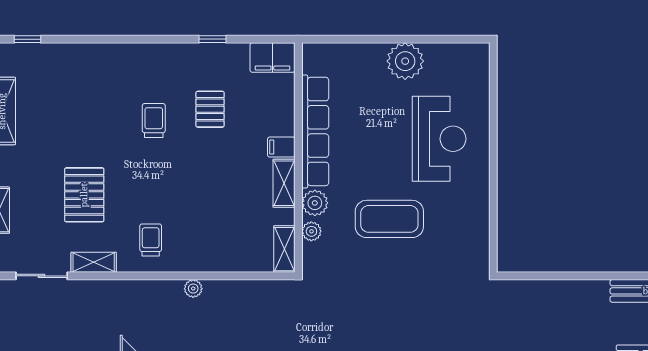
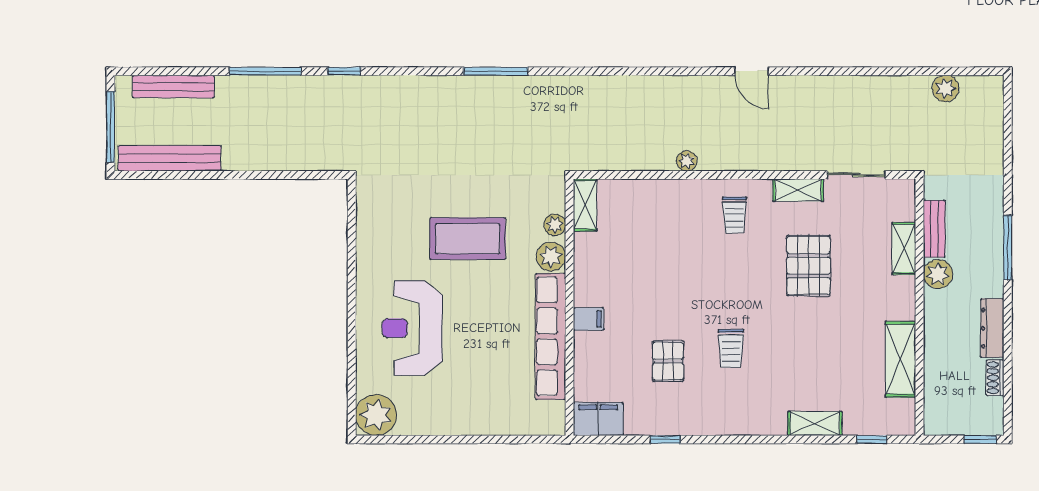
plant: (405, 61) -> (376, 415), moved
shelving: (284, 183) -> (815, 423), moved, turned 90

